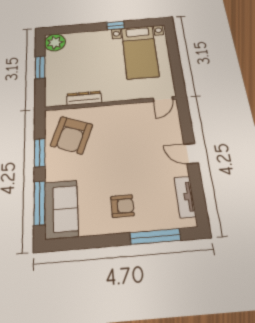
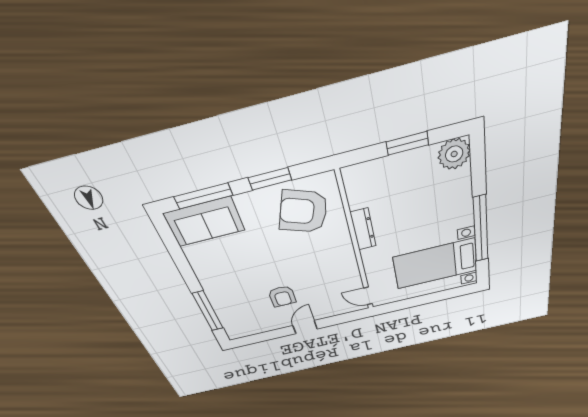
window: (116, 25) -> (481, 229), width x3.17
dresser: (84, 98) -> (363, 229), moved
tv unit: (185, 197) -> (256, 328), removed
armchair: (122, 206) -> (282, 296), moved

